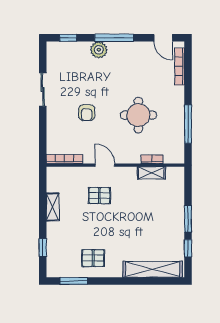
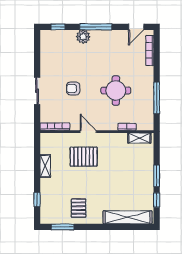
door: (163, 38) -> (136, 27), hinge flipped
sliding door: (43, 89) -> (37, 91), moved
armchair: (87, 113) -> (73, 88), turned 90
shelving: (151, 173) -> (139, 138), moved
pallet: (99, 196) -> (84, 157), width x1.50, depth x1.42
pallet: (93, 258) -> (79, 208), turned 90

